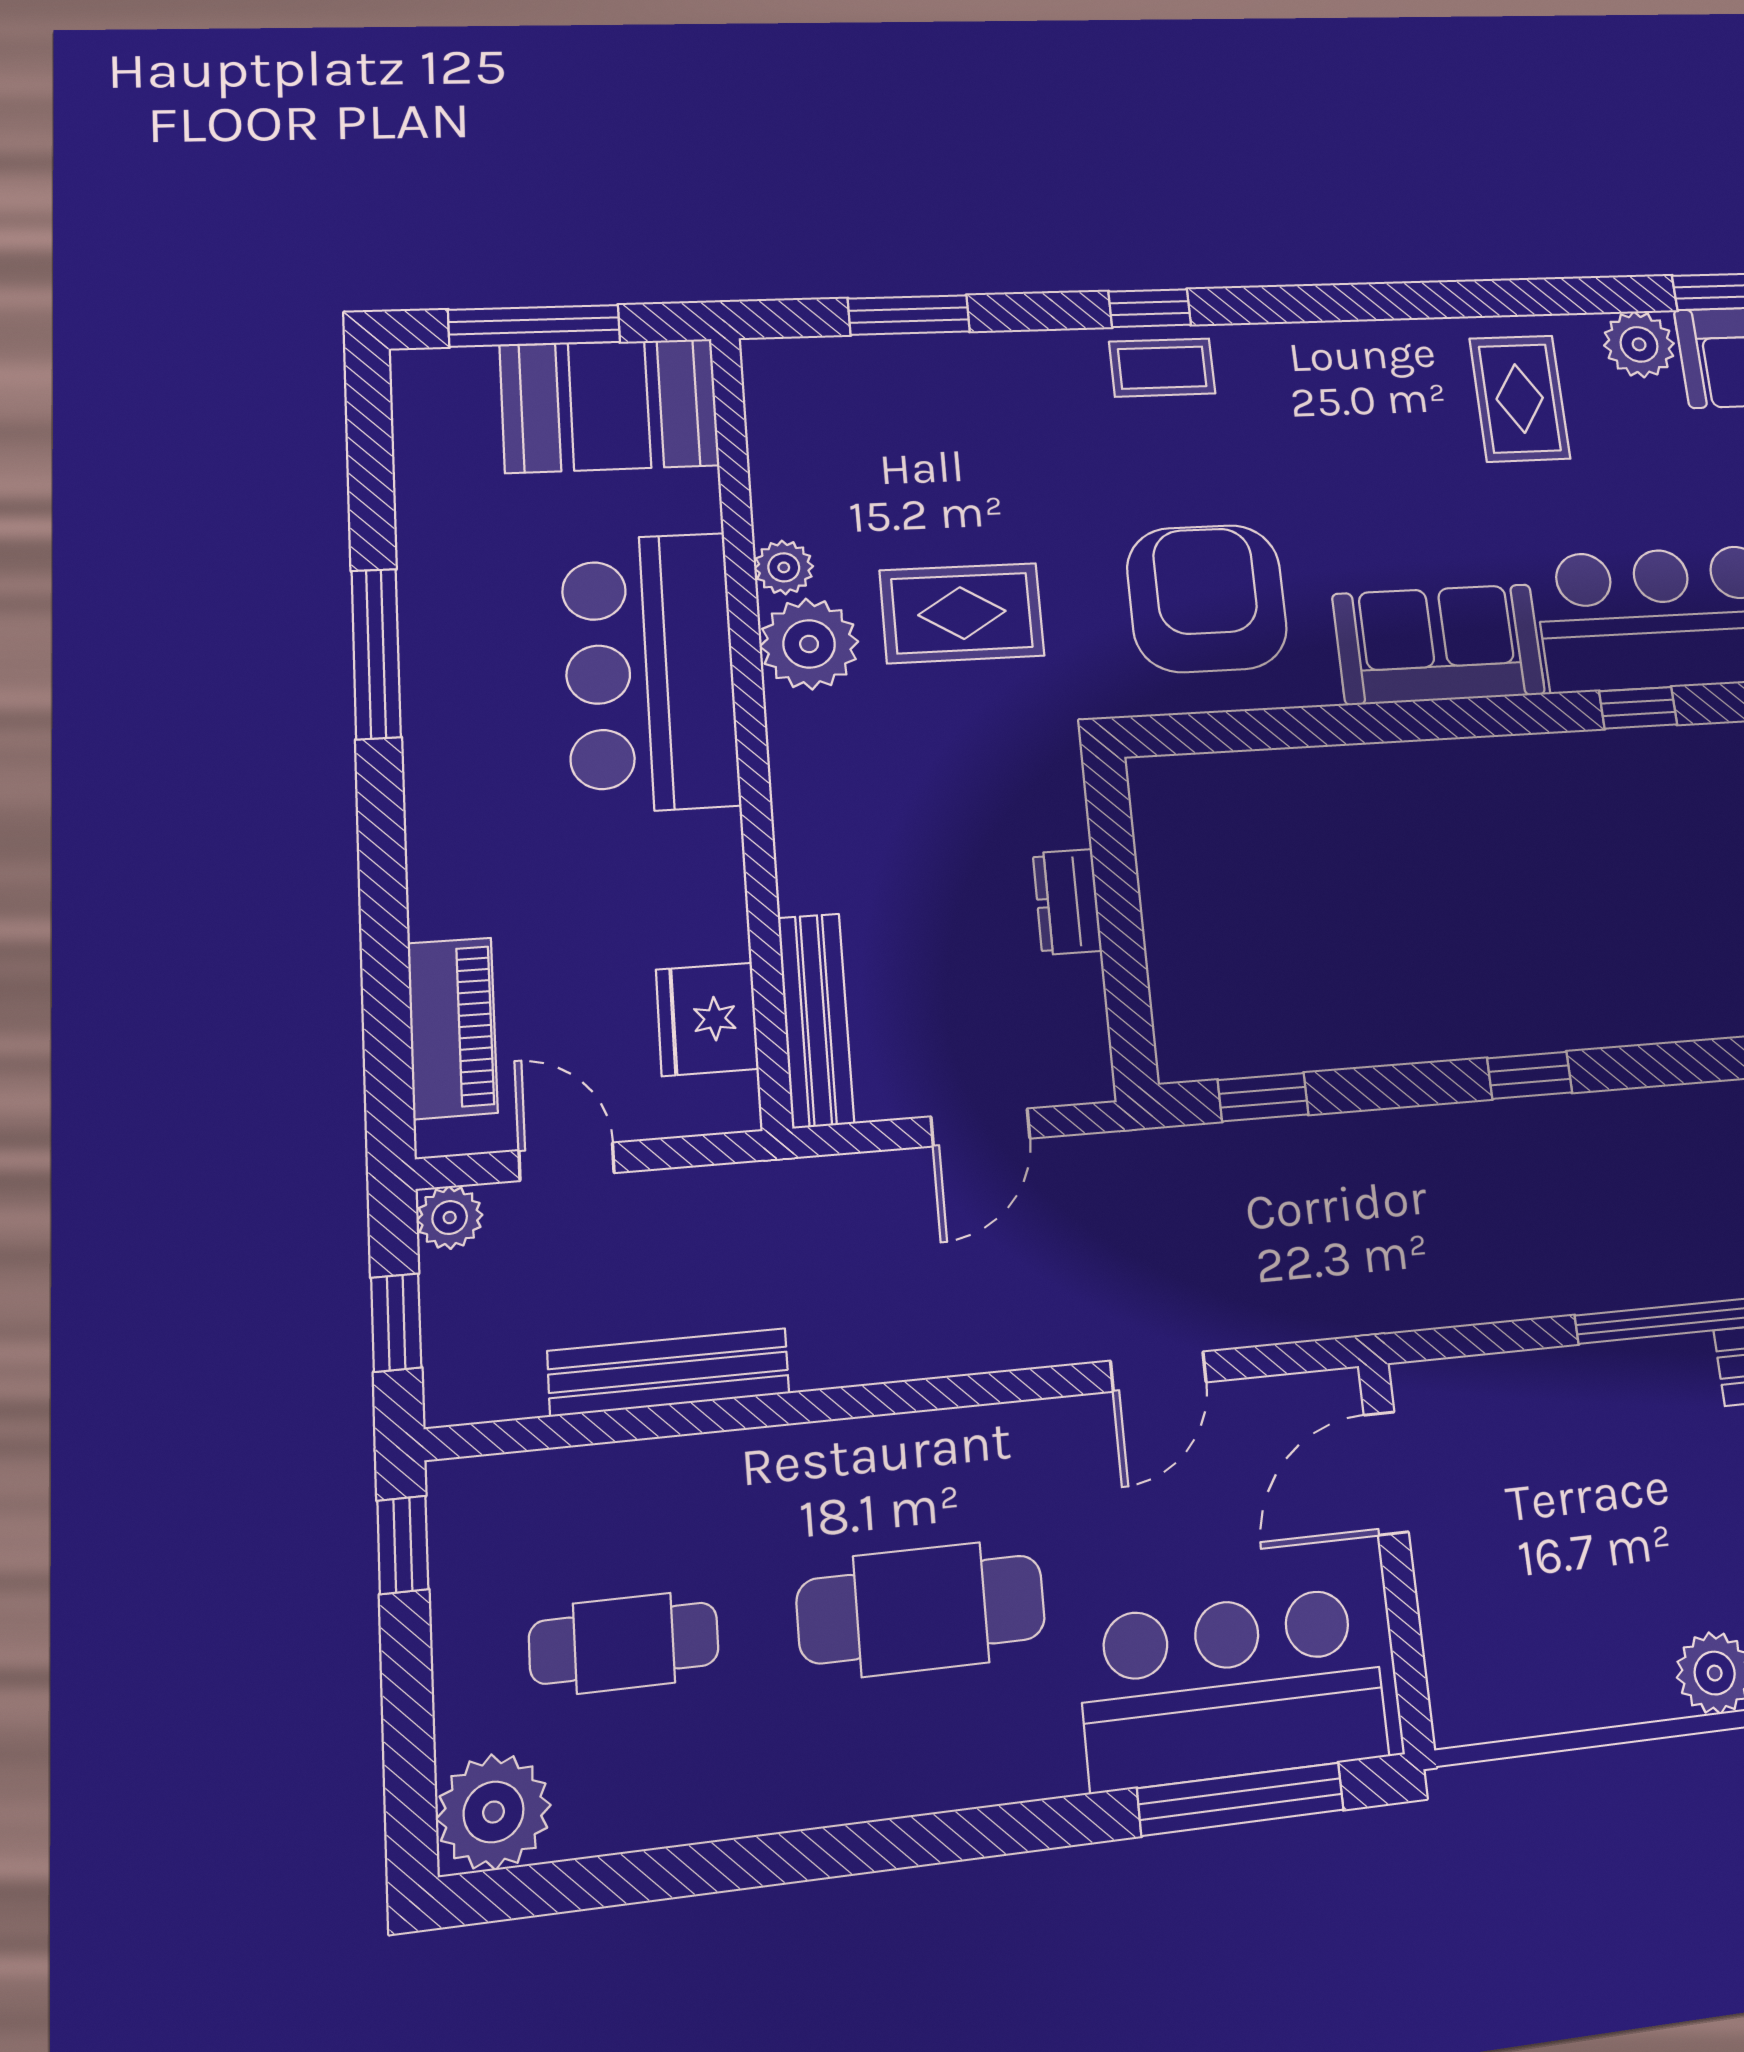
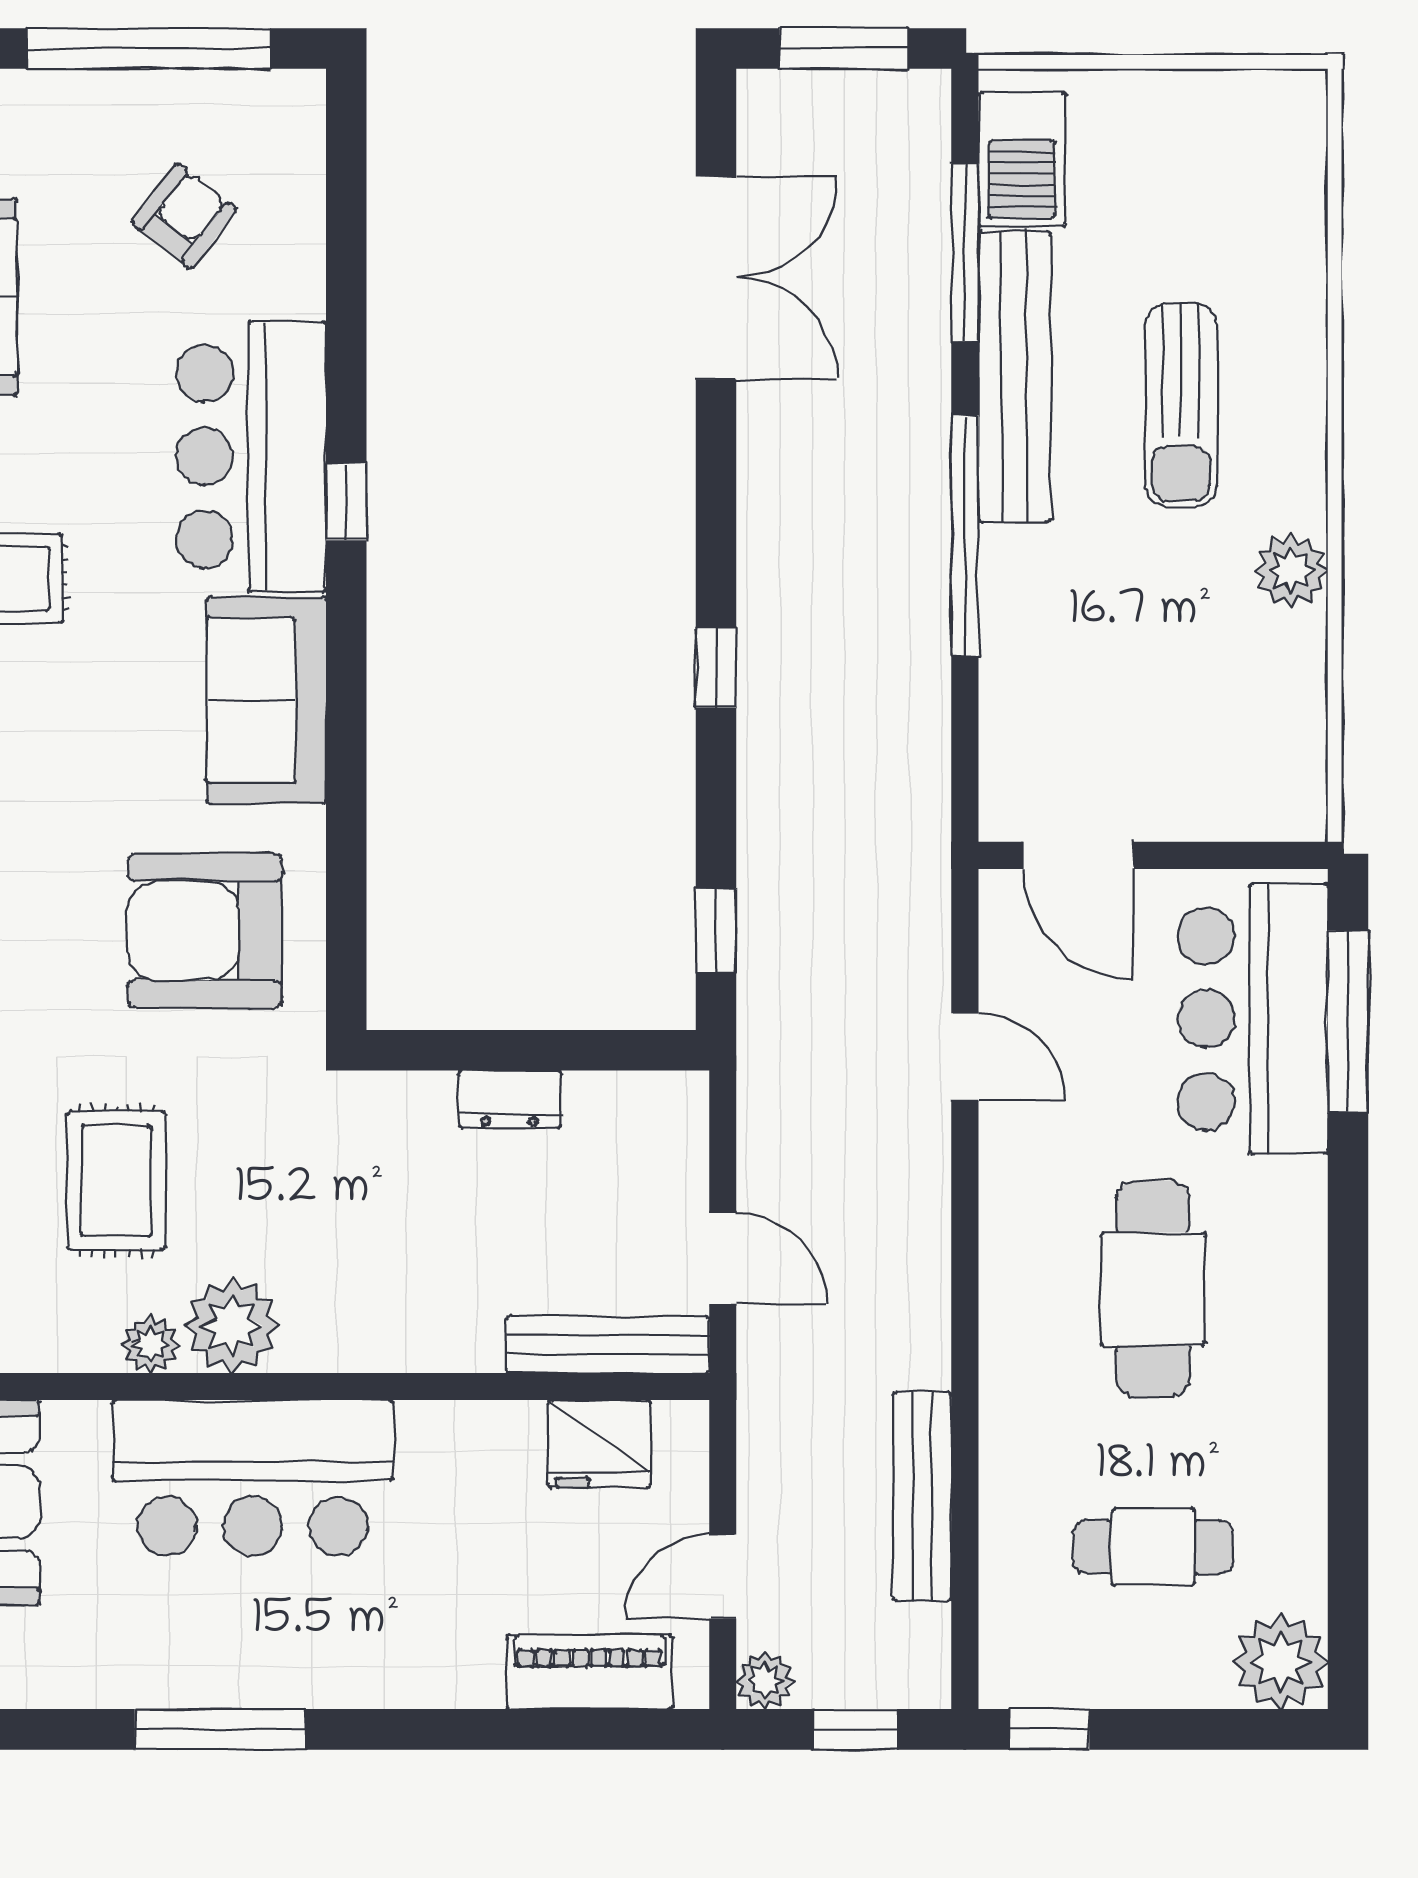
rug: (962, 613) -> (116, 1180), moved
door: (980, 1127) -> (723, 1259), moved
cafe table: (624, 1643) -> (1153, 1547), turned 90

